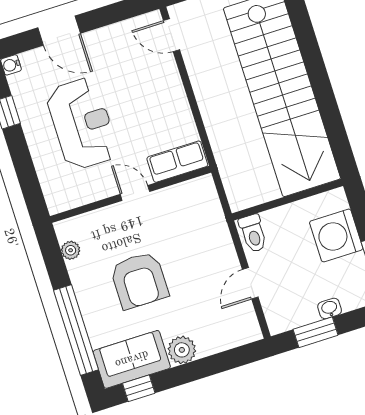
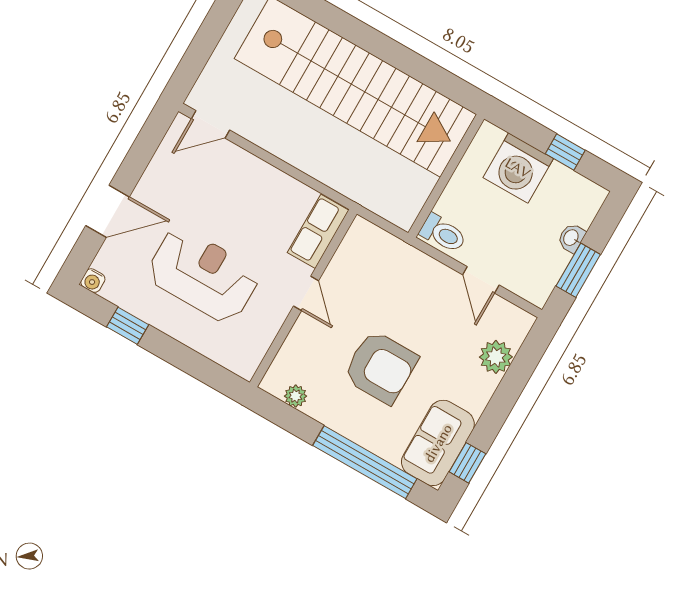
door: (135, 193) -> (306, 293), swing flipped
plant: (182, 350) -> (496, 357), moved

